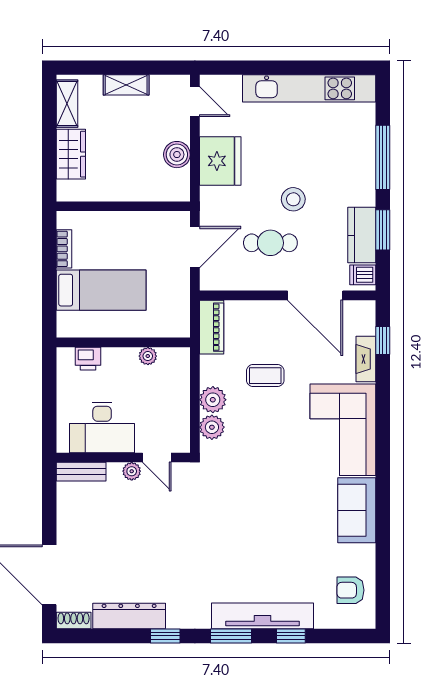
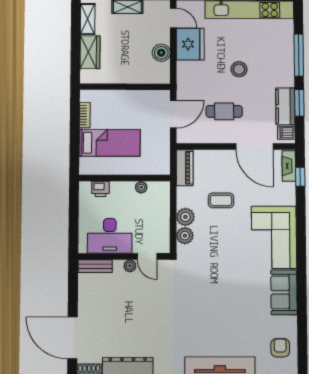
fridge: (220, 161) -> (190, 44), moved
stool: (293, 199) -> (239, 69), moved
fireplace: (366, 359) -> (289, 166), moved
armchair: (350, 590) -> (280, 348), turned 90

